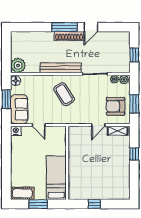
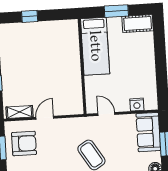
door: (39, 125) -> (106, 114), moved
nightstand: (16, 131) -> (137, 105), moved
window: (94, 204) -> (30, 16), moved

